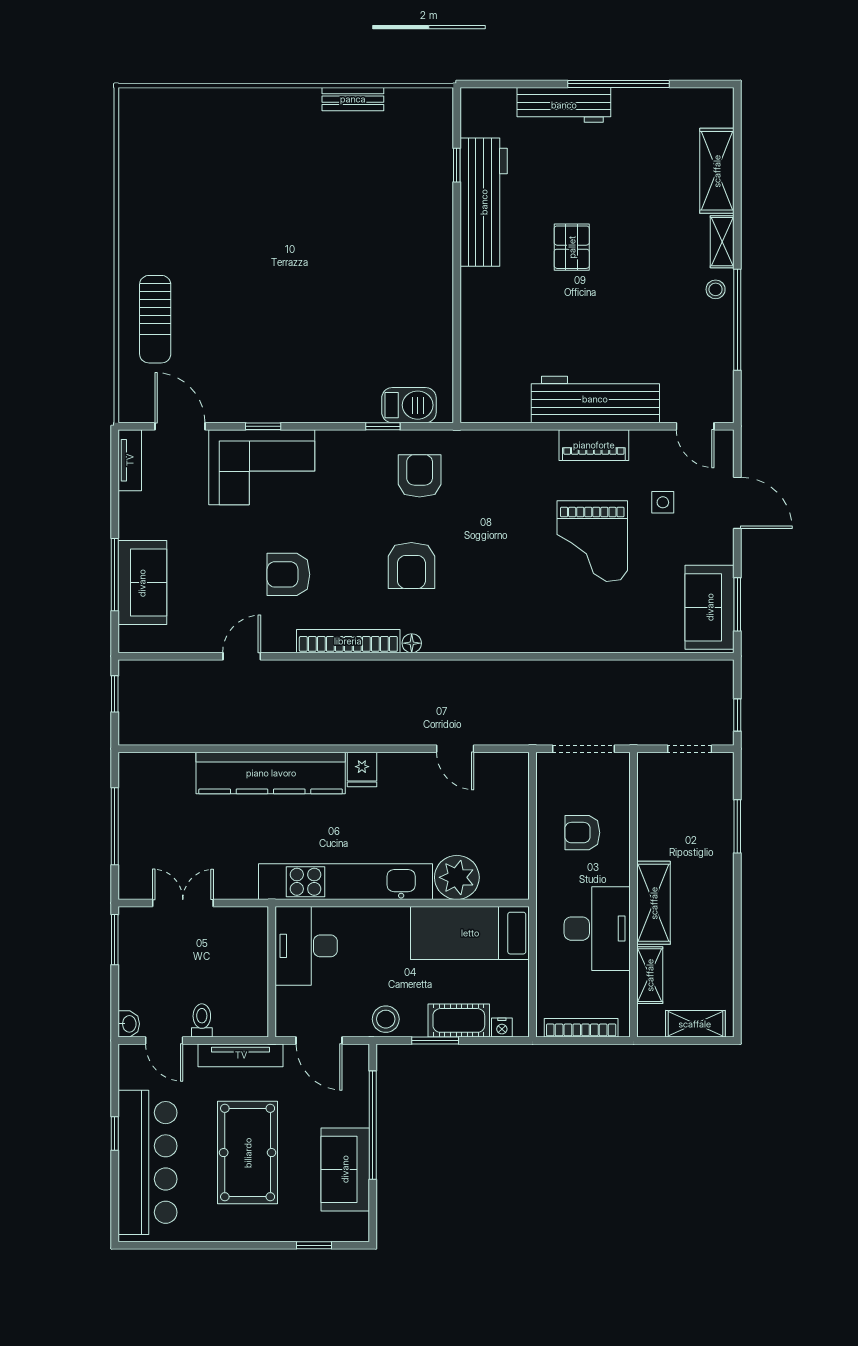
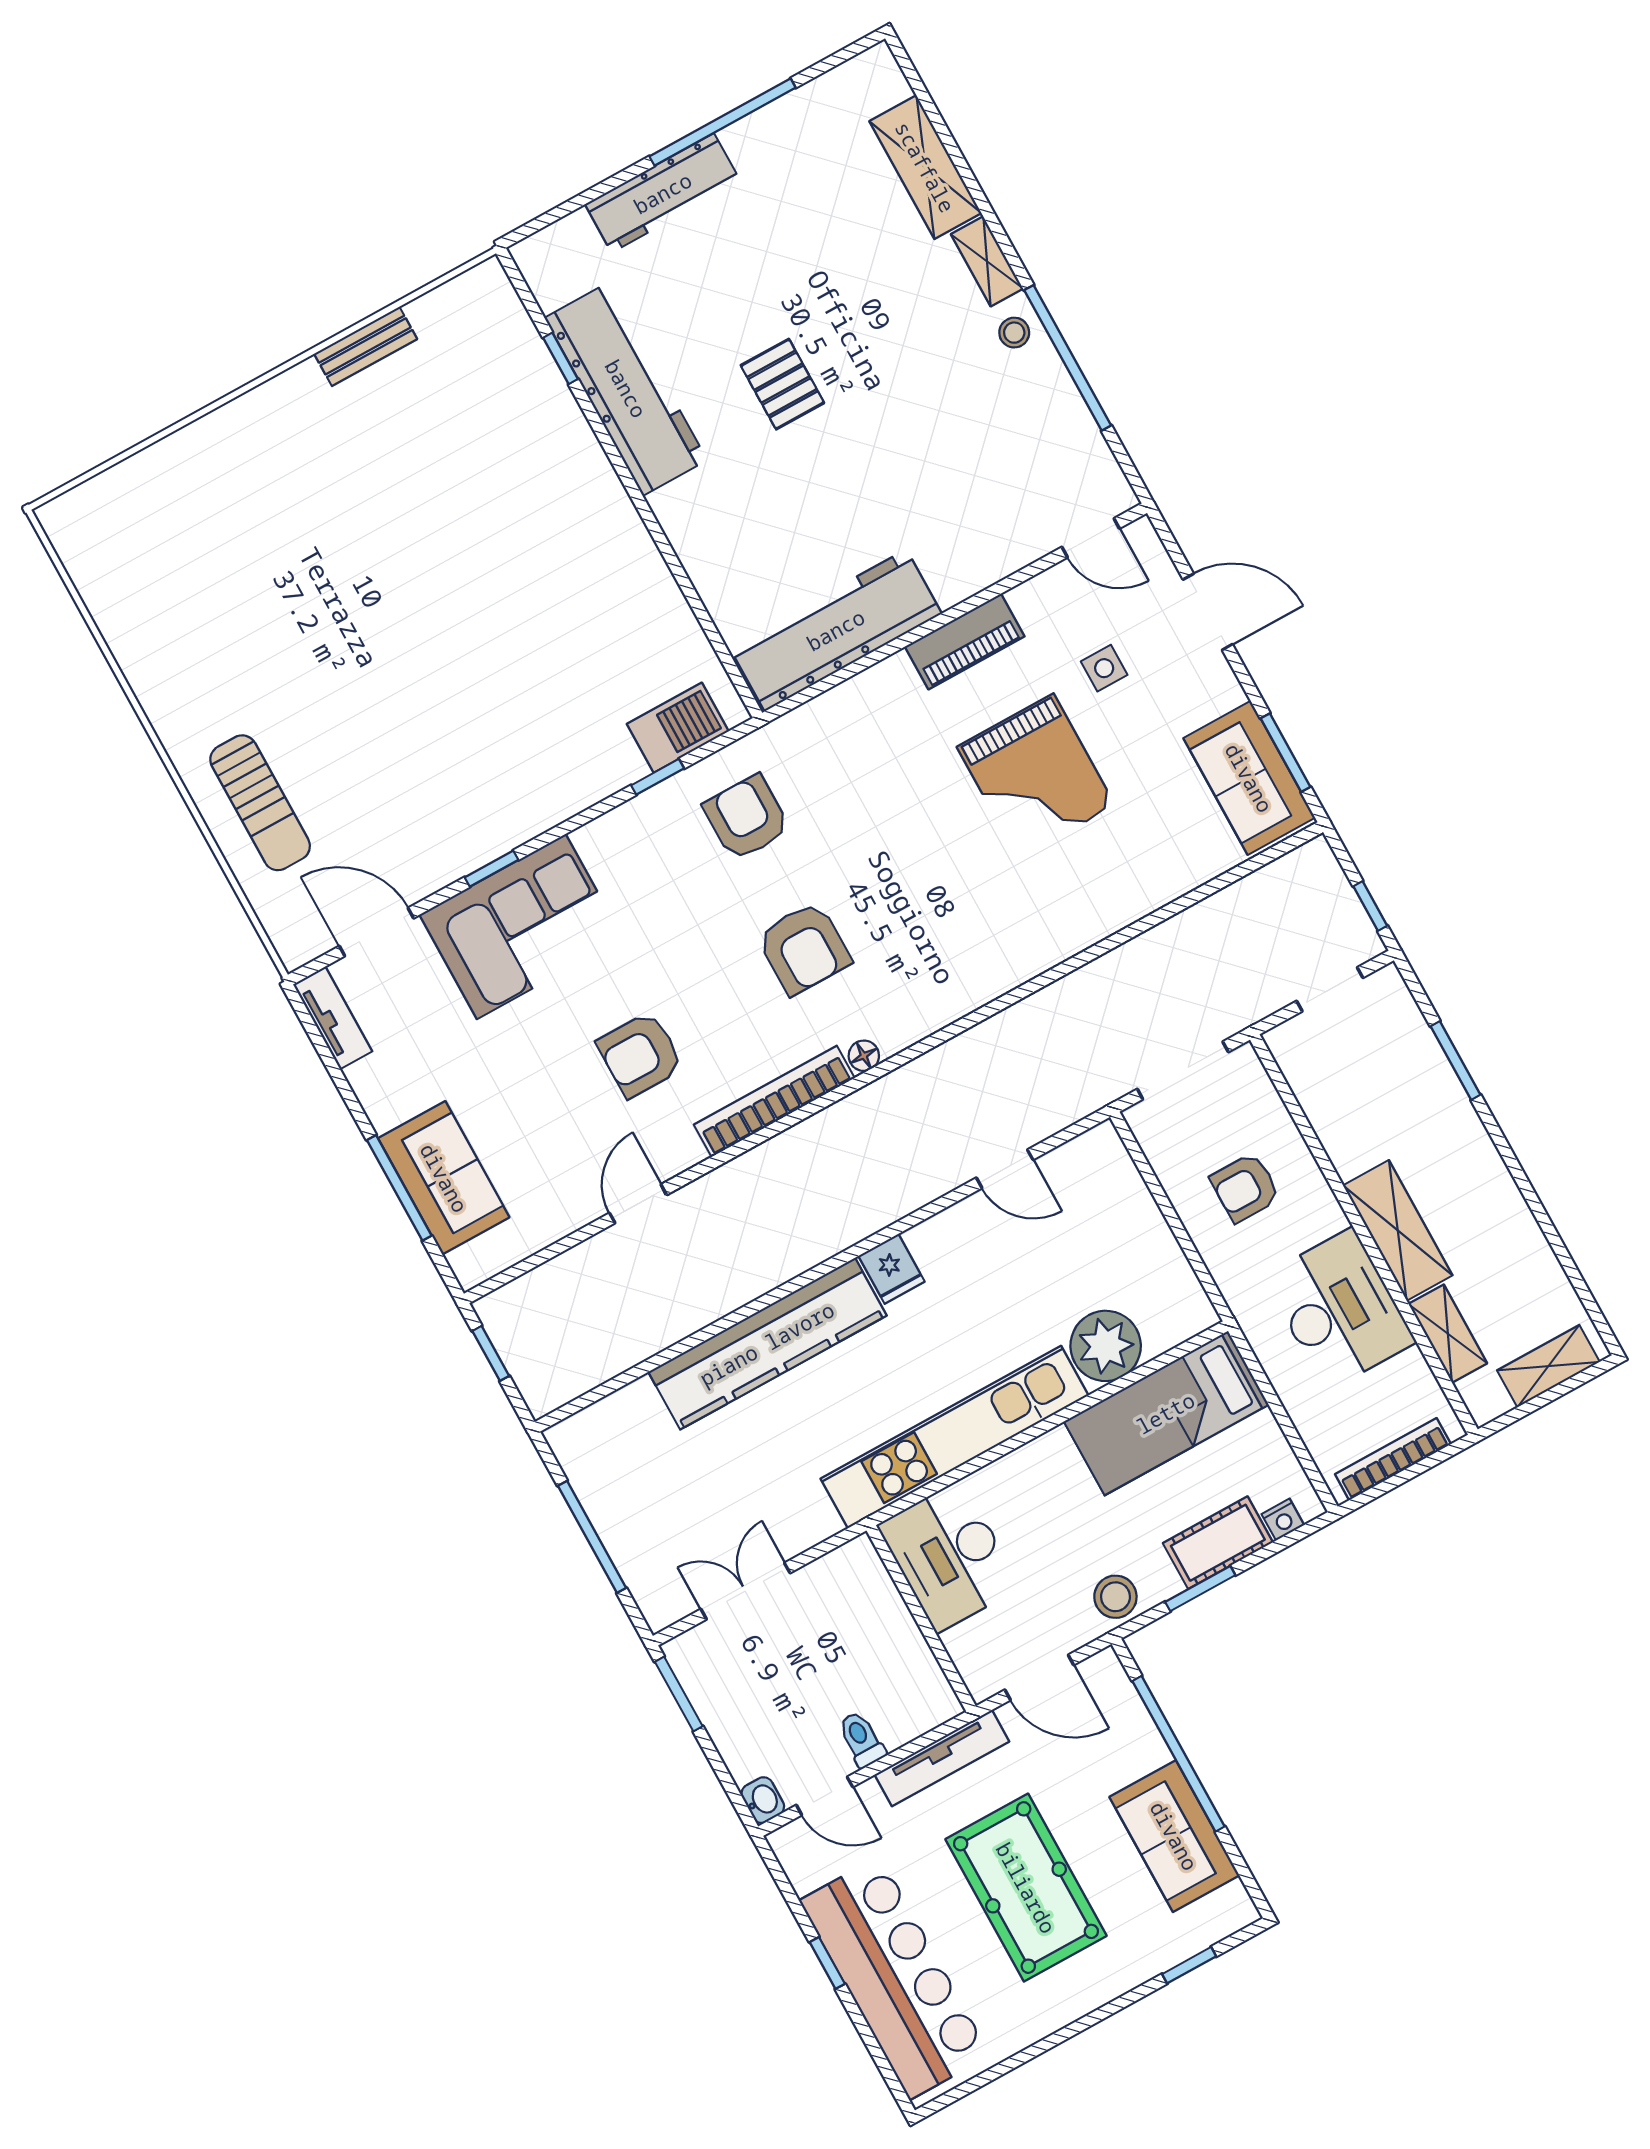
workbench: (595, 399) -> (836, 630), moved

